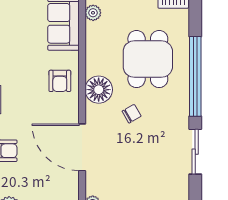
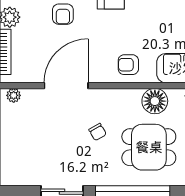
floor lamp: (99, 90) -> (155, 101), moved

